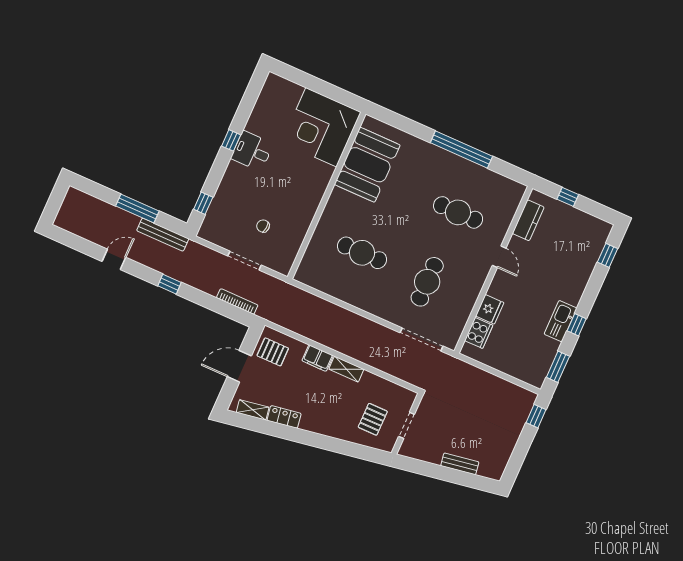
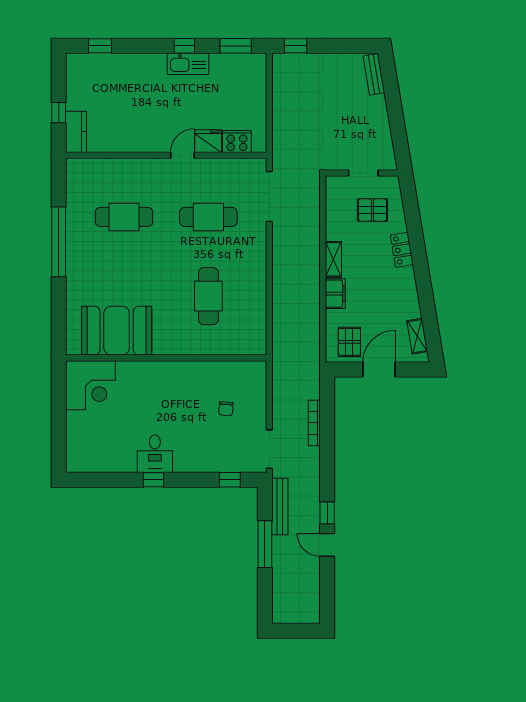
corner desk: (321, 127) -> (90, 385), width x0.74, depth x0.74
cafe table: (458, 212) -> (124, 217), turned 90
kitchen counter: (528, 220) -> (76, 132), moved, turned 90
door: (499, 257) -> (183, 155), moved
doorway: (245, 261) -> (269, 449), moved
window: (170, 284) -> (327, 513), moved
bookcase: (237, 301) -> (314, 423), moved
door: (239, 366) -> (379, 369), swing flipped
locker: (284, 417) -> (402, 250), moved
bench: (460, 464) -> (374, 74), moved

